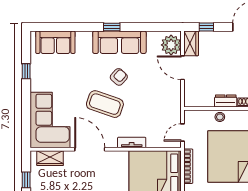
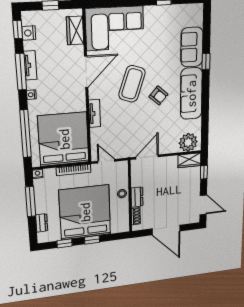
window: (112, 27) -> (206, 61), moved
sofa: (55, 42) -> (192, 47), moved
door: (183, 68) -> (147, 157), moved

